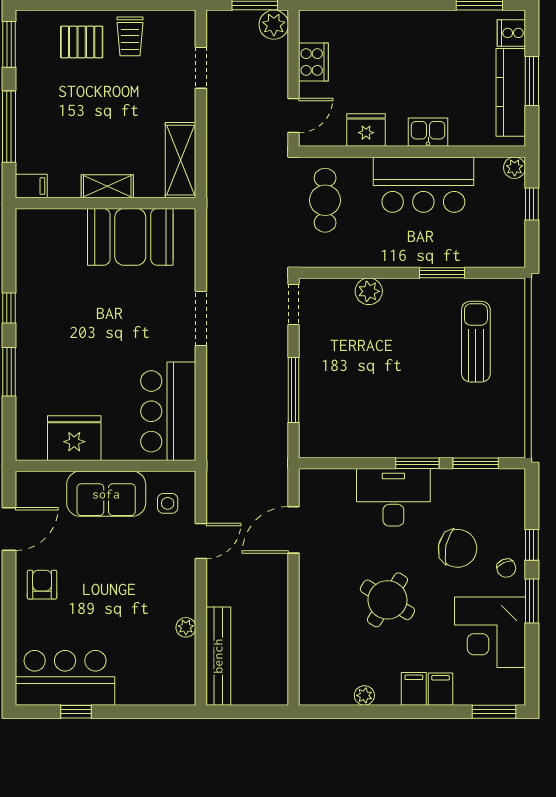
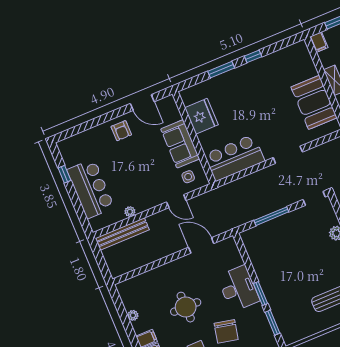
armchair: (42, 585) -> (121, 131), turned 90
round table: (387, 600) -> (186, 307), turned -32
bar counter: (65, 678) -> (91, 189), moved

